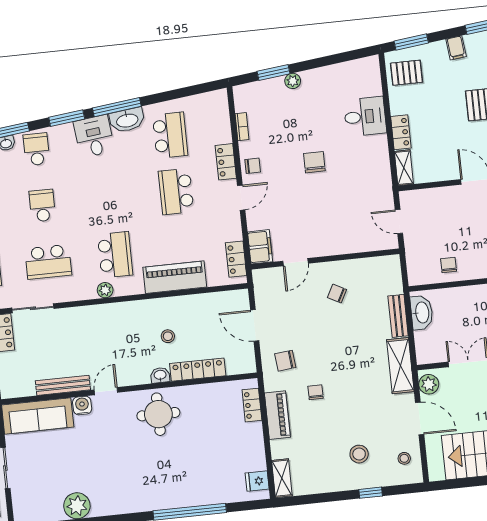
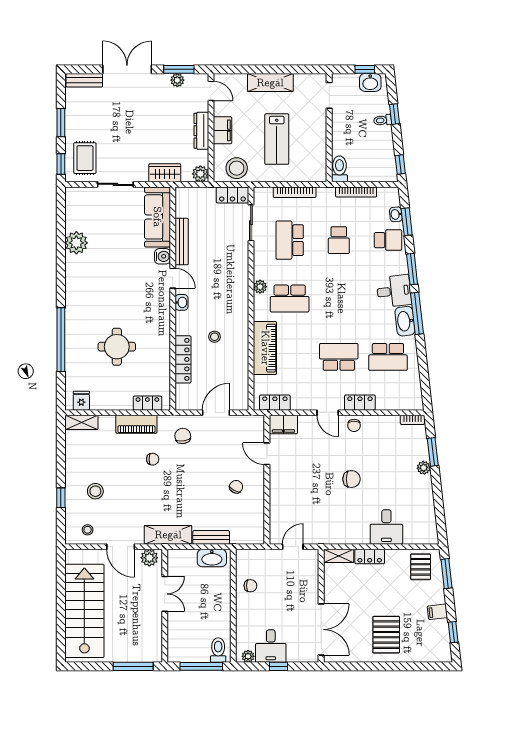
bookcase: (242, 127) -> (412, 420), moved
school desk: (42, 206) -> (339, 240), turned 90
washbasin: (160, 375) -> (181, 302), moved
round table: (158, 414) -> (117, 347), moved
door: (420, 418) -> (121, 547), hinge flipped

